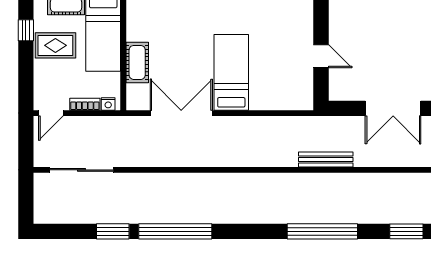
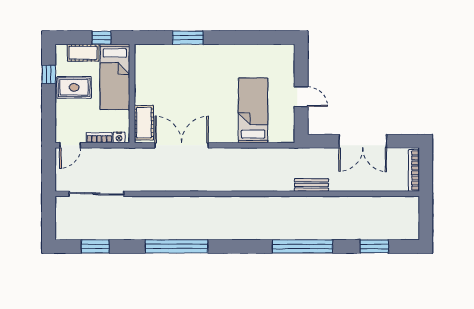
cot: (137, 62) -> (144, 123), moved
bed: (231, 72) -> (253, 110), moved
bench: (326, 159) -> (311, 185), width x0.73
window: (113, 231) -> (95, 246), moved

